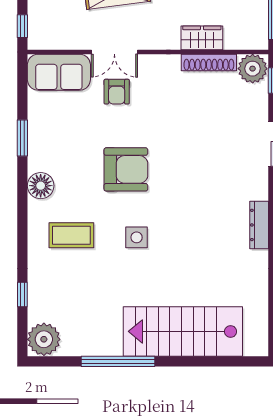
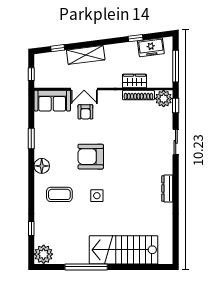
armchair: (126, 169) -> (91, 157), turned 180

